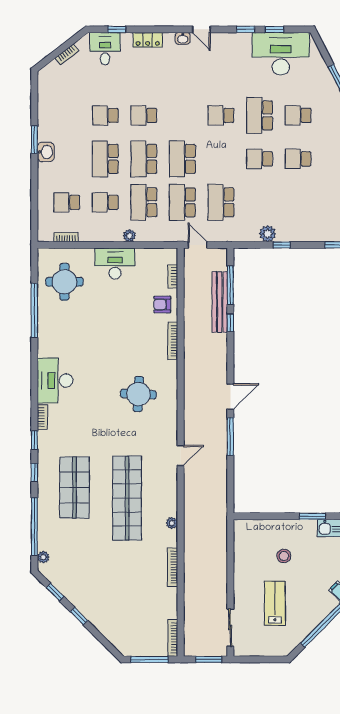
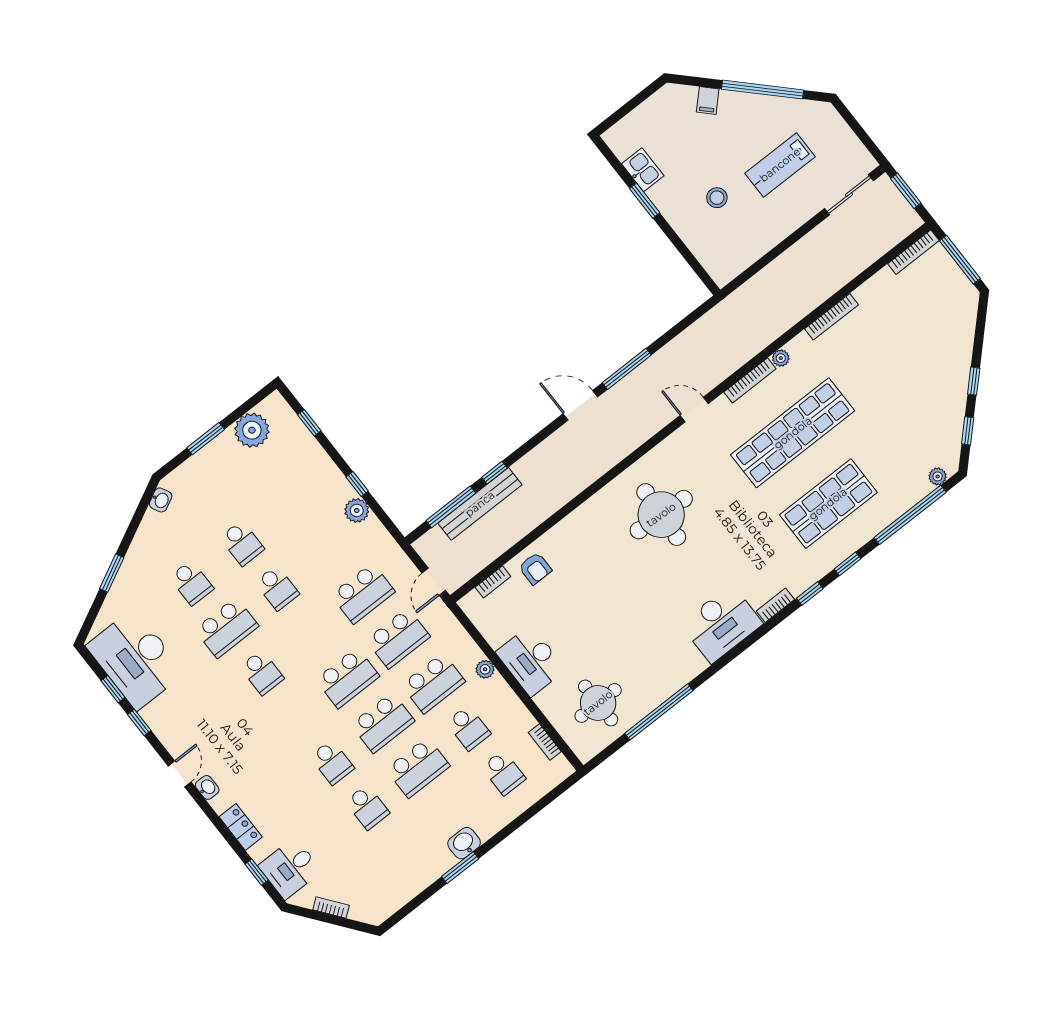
bookcase: (173, 341) -> (750, 380), moved
round table: (138, 394) -> (661, 515), width x1.36, depth x1.36

